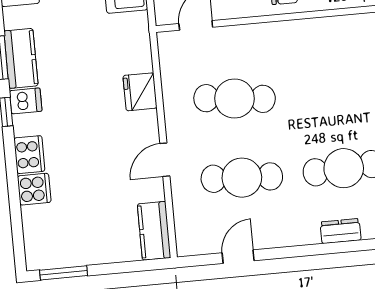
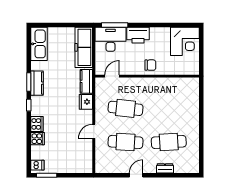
dishwasher: (26, 101) -> (37, 165), moved
kitchen counter: (154, 231) -> (86, 81), moved
door: (238, 257) -> (136, 175), moved

